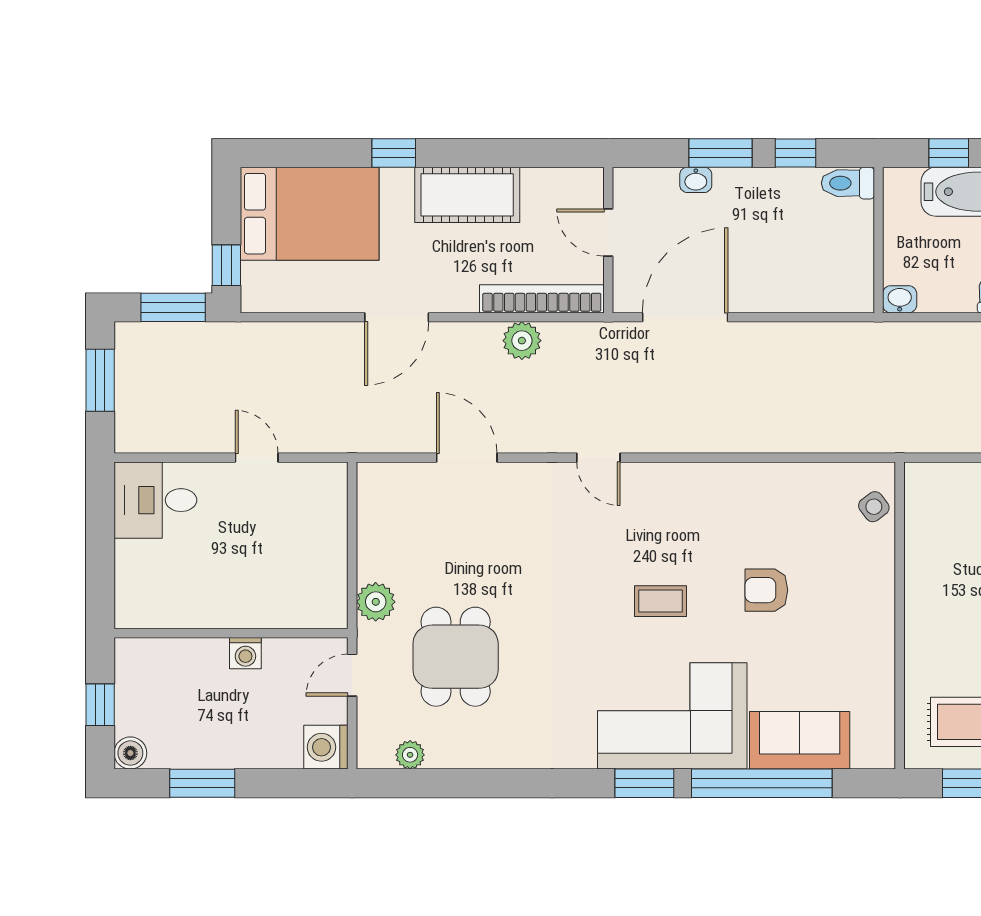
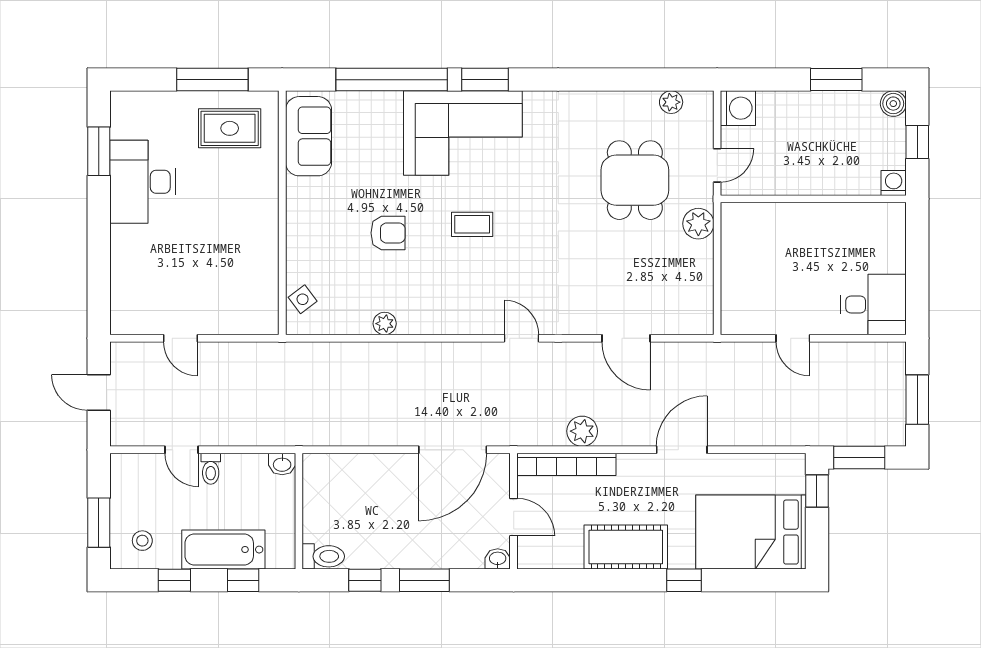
washbasin: (696, 180) -> (498, 559), moved
plant: (771, 476) -> (385, 324), added
washing machine: (245, 653) -> (894, 183), moved
sofa: (800, 740) -> (308, 136), moved, turned -90

